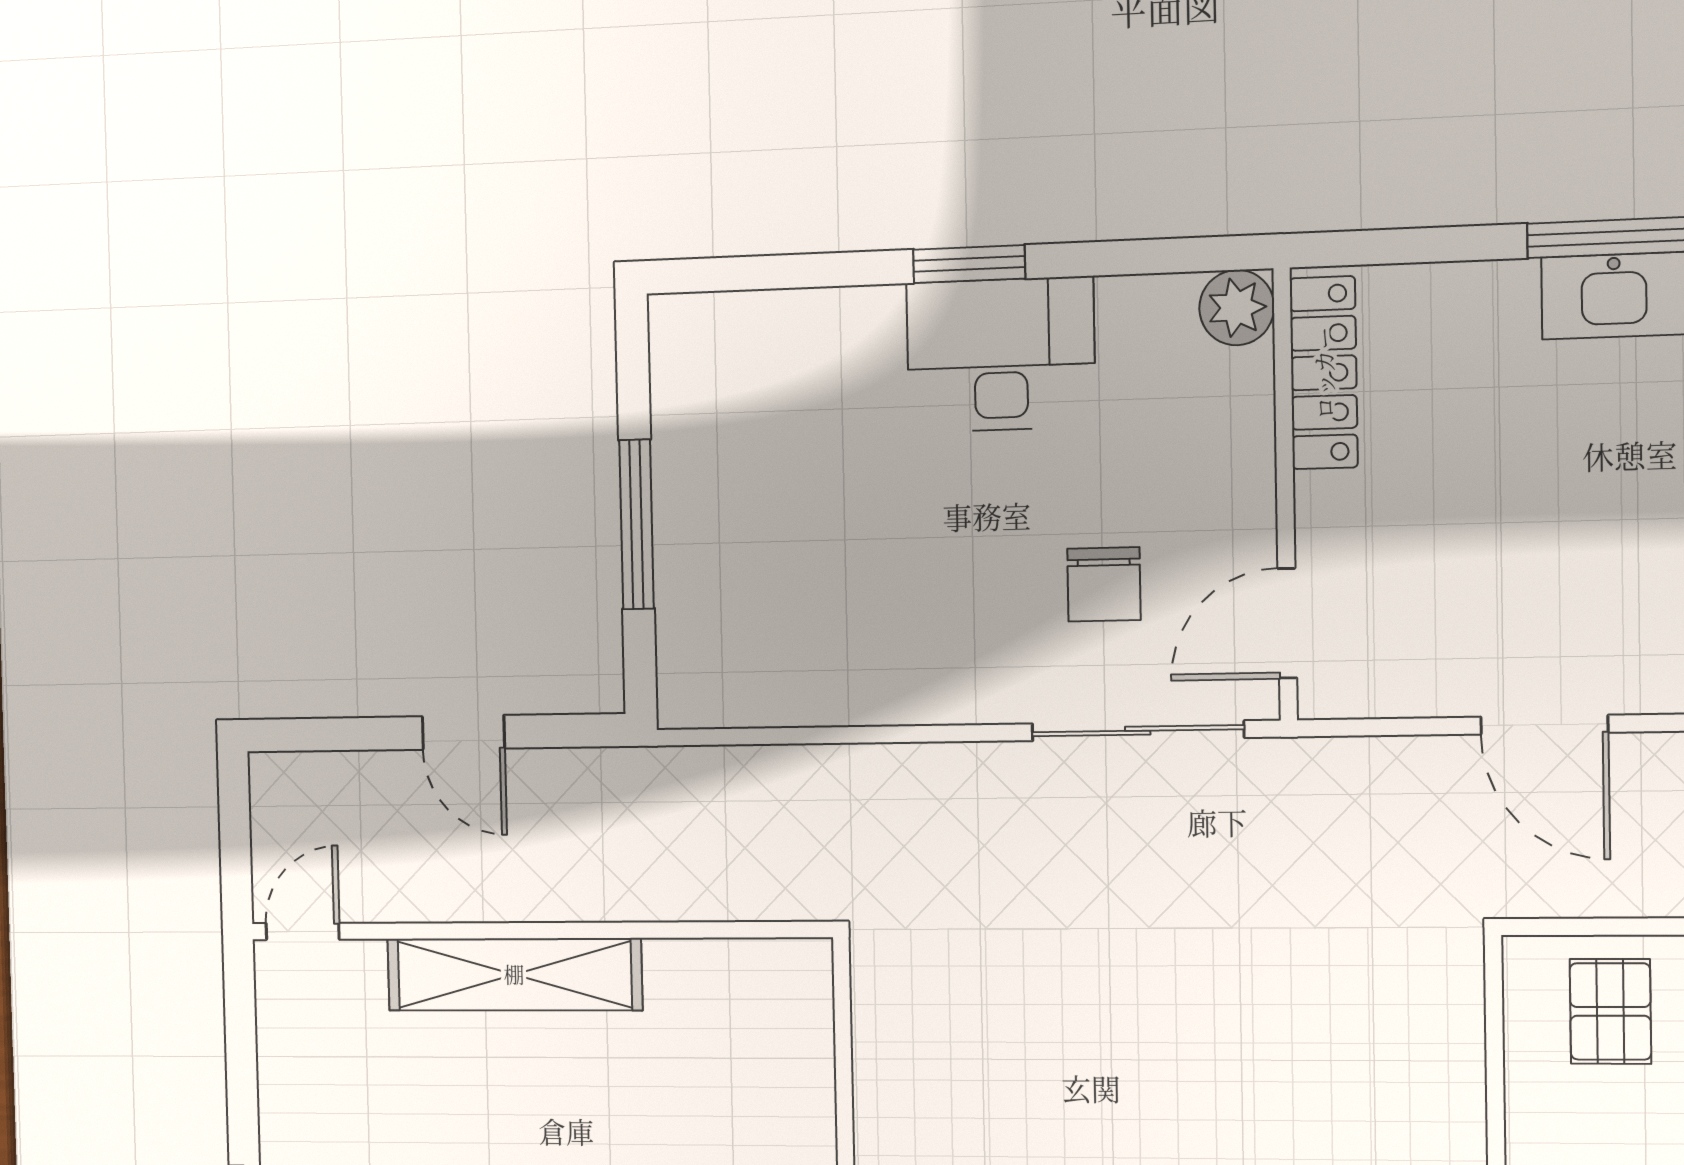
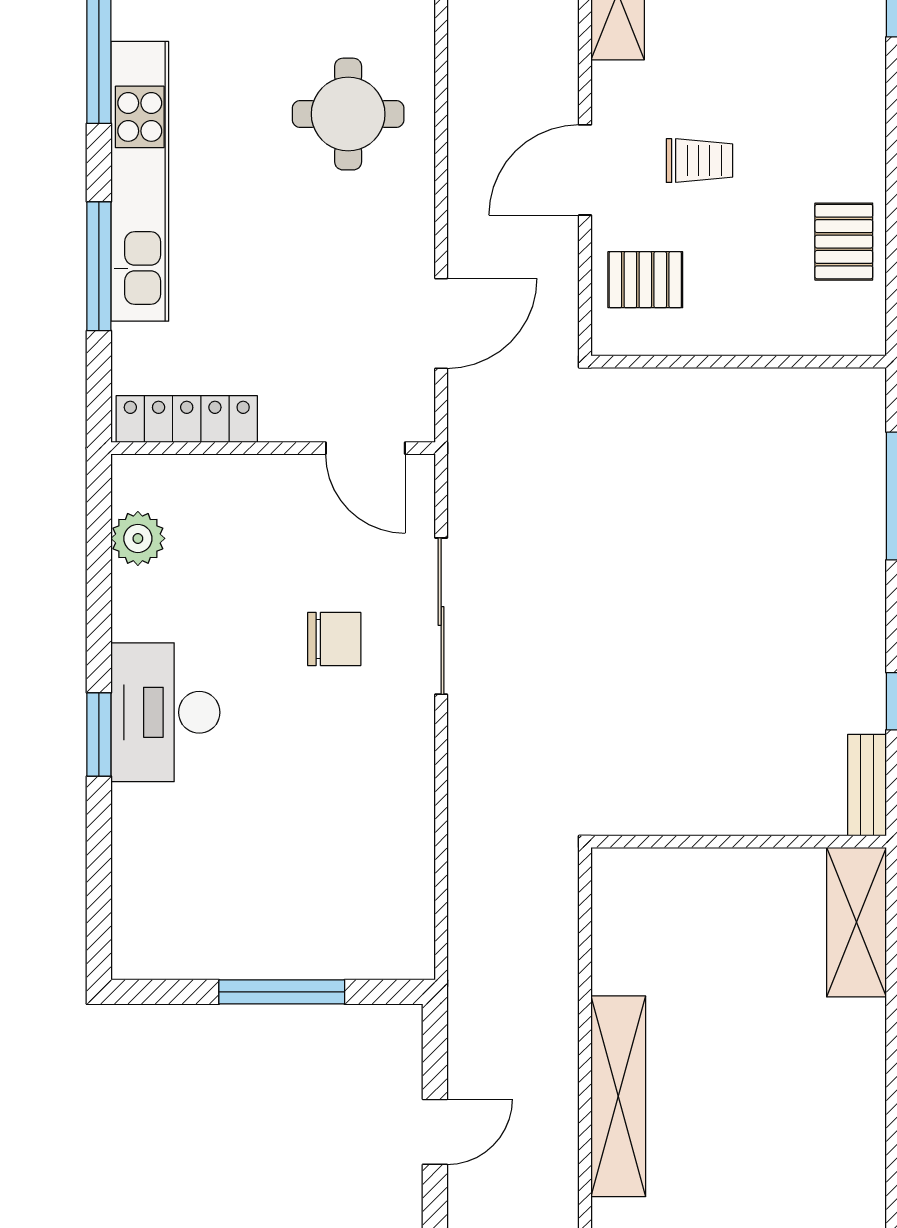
locker: (1324, 373) -> (187, 419), moved
wall: (1285, 495) -> (273, 448), moved
door: (1287, 623) -> (365, 448), moved

